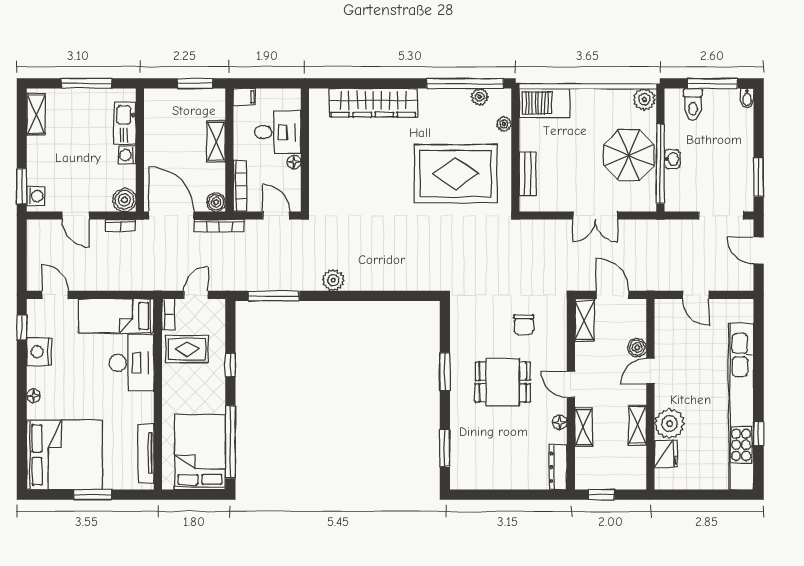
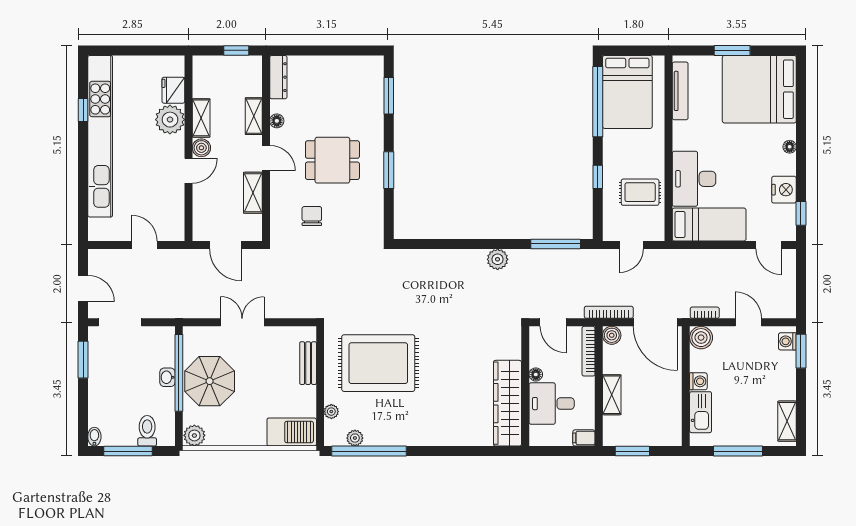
wardrobe: (373, 103) -> (507, 403), moved, turned -90
bookcase: (168, 314) -> (659, 226), removed
shelving: (584, 320) -> (253, 193), moved
boiler: (637, 348) -> (201, 148), moved

